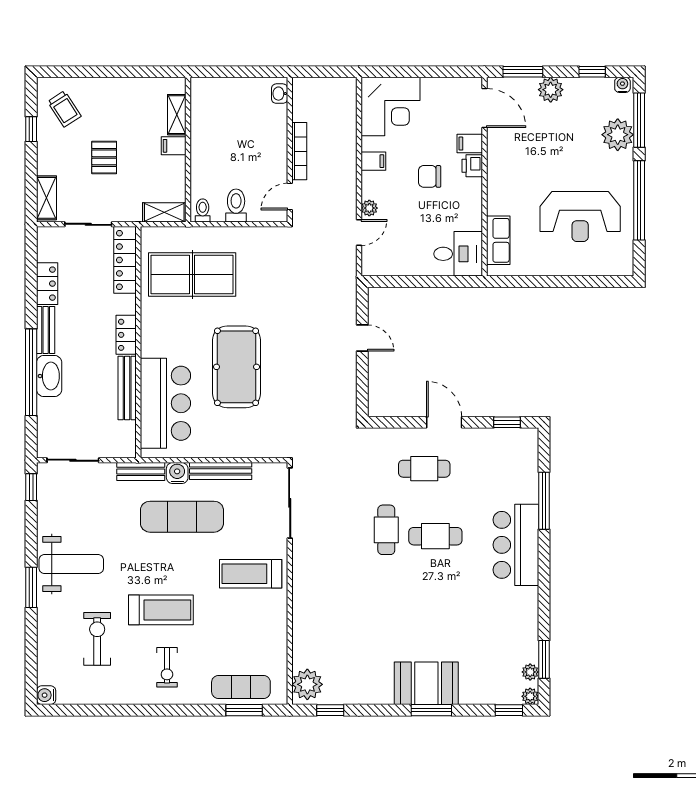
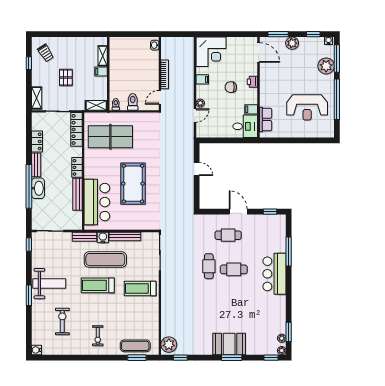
filing cabinet: (470, 144) -> (251, 109), moved
treadmill: (161, 610) -> (98, 285), moved, turned 180

